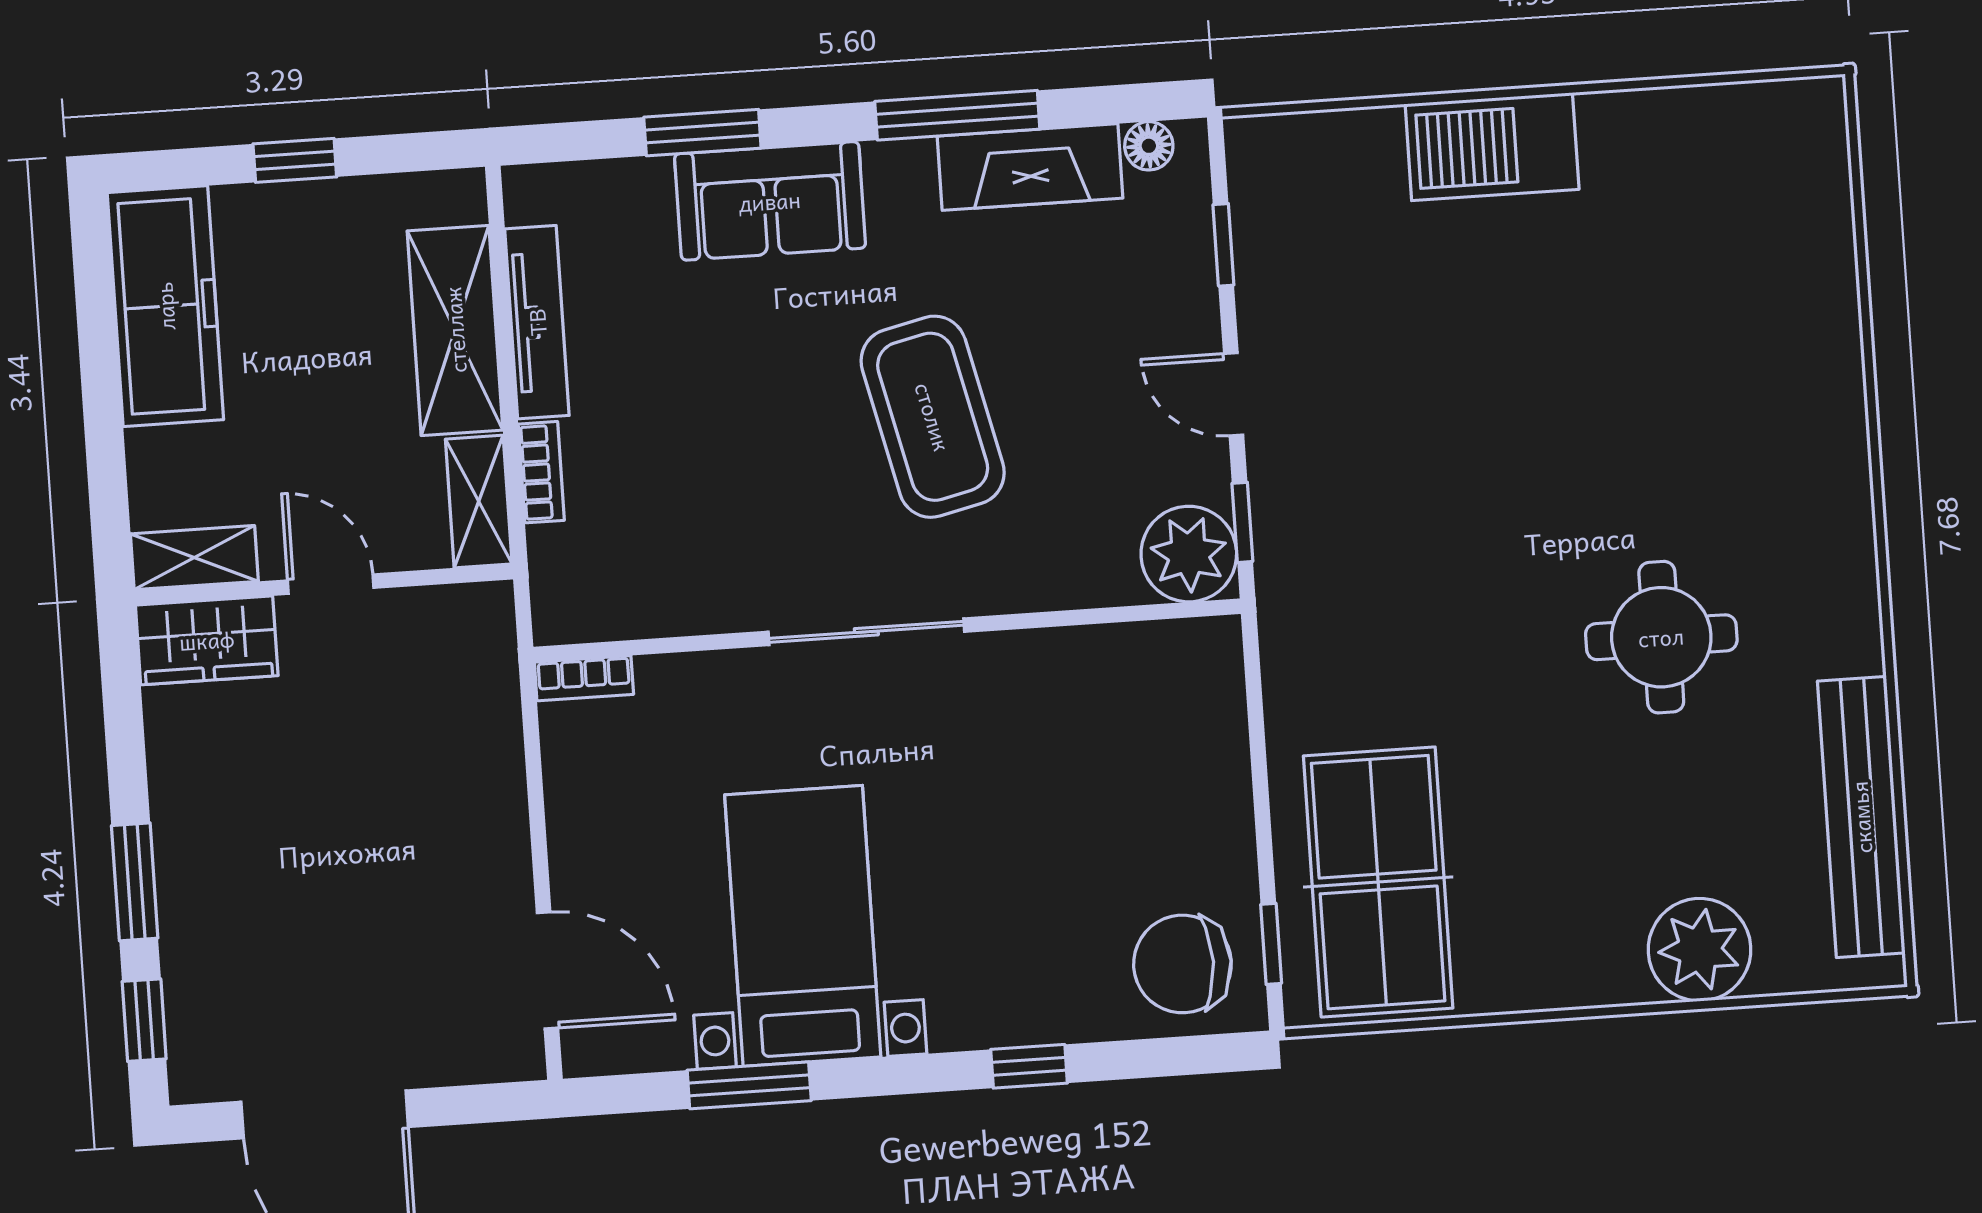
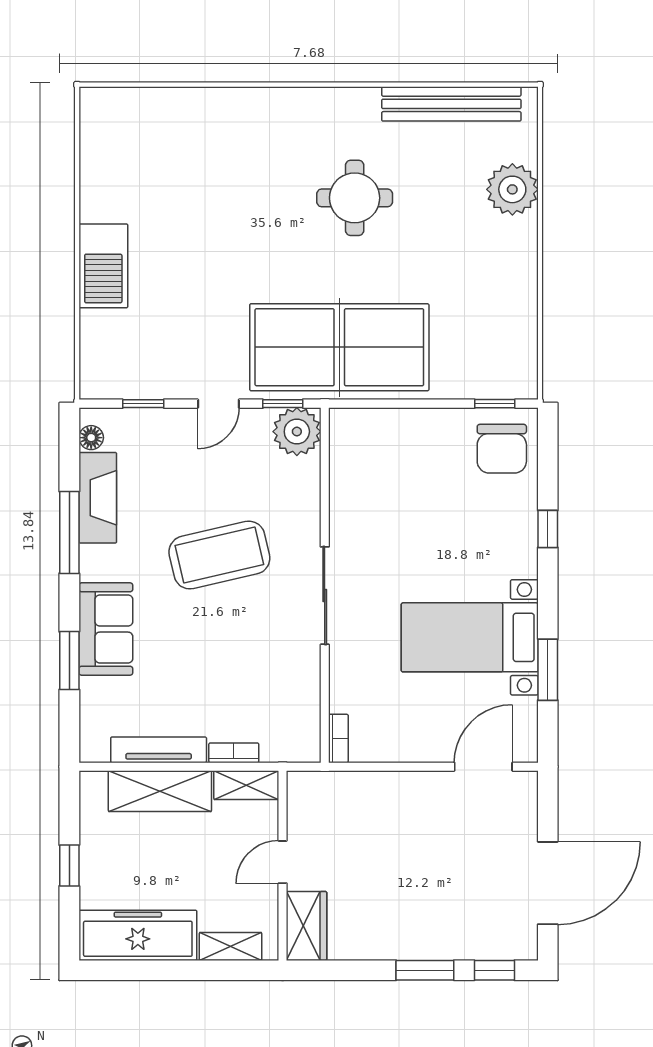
shelving: (194, 558) -> (230, 946), moved, turned 90
table tennis table: (1378, 882) -> (339, 347), moved, width x1.36, depth x1.32

